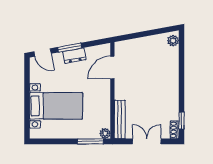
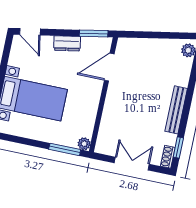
window: (70, 48) -> (94, 33), moved
bench: (120, 119) -> (176, 110), moved

